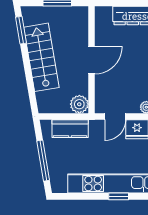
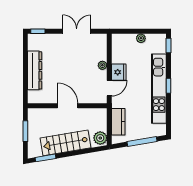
plant: (79, 104) -> (100, 138), moved
door: (115, 116) -> (109, 88), hinge flipped

